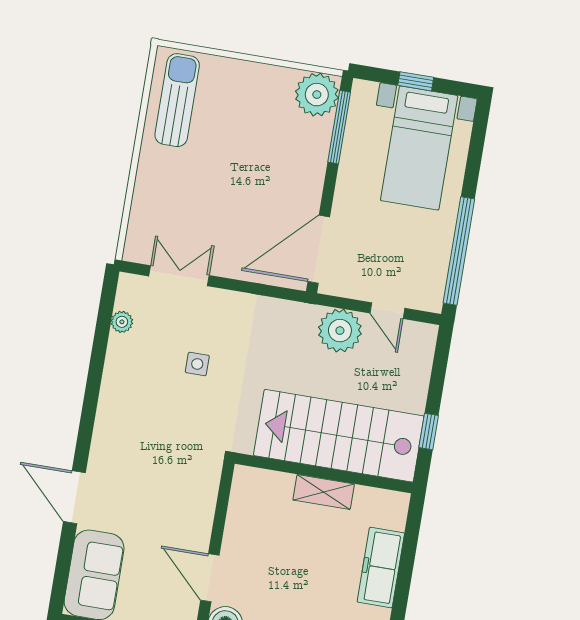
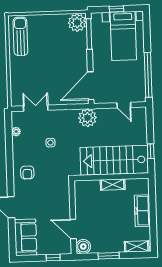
plant: (340, 331) -> (87, 118), moved
armchair: (129, 423) -> (27, 172), added

